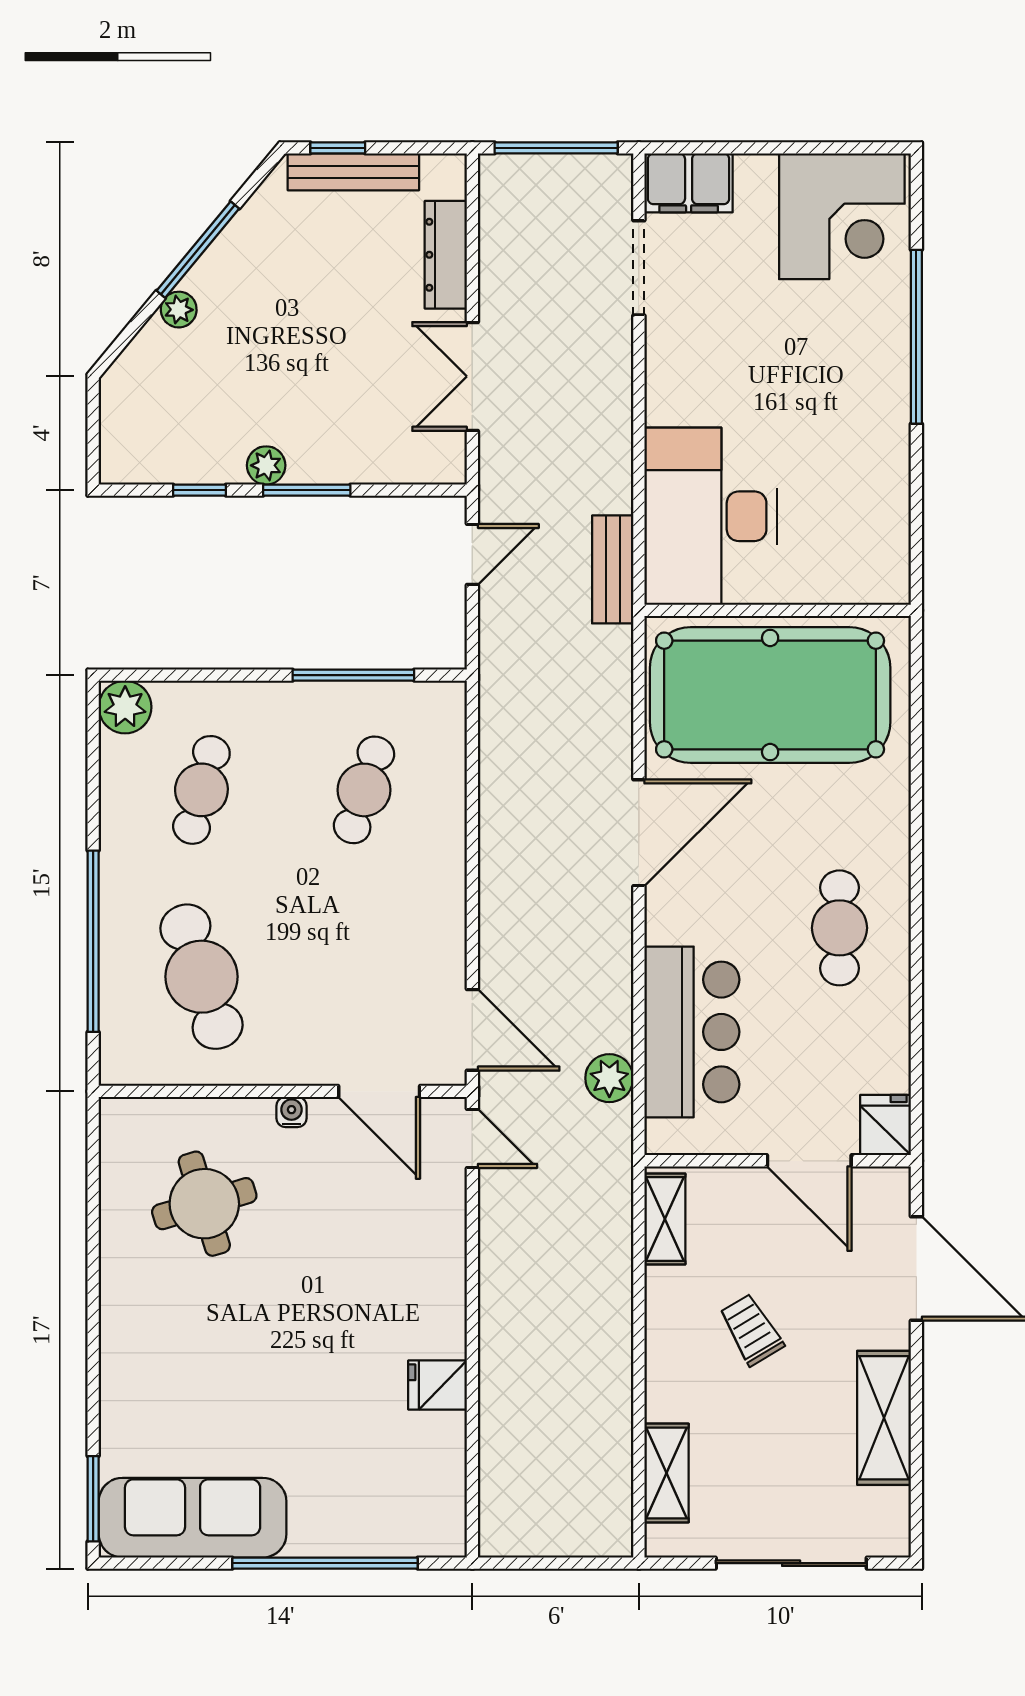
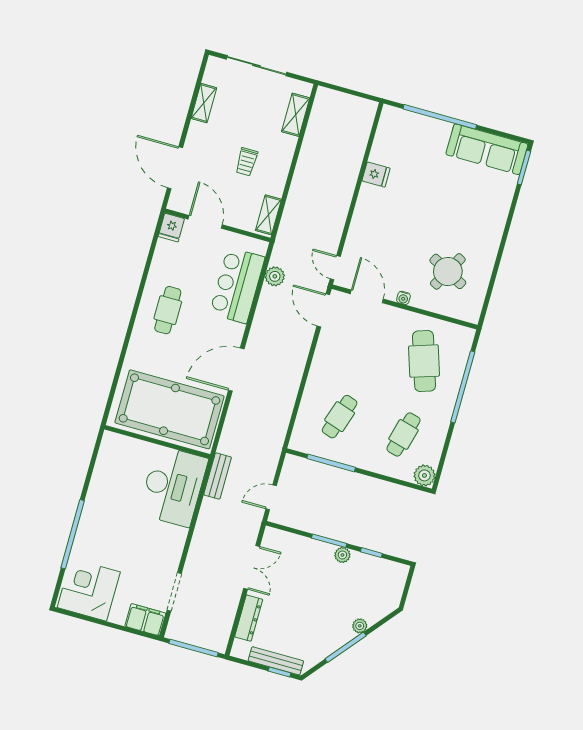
round table: (204, 1204) -> (448, 271), turned 45
trolley: (751, 1330) -> (247, 162), turned 31
shelving: (884, 1418) -> (204, 103), width x0.67, depth x0.75

